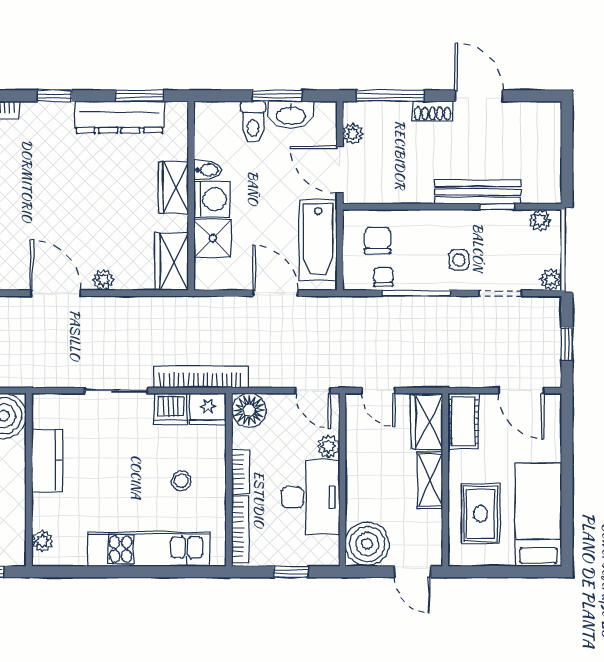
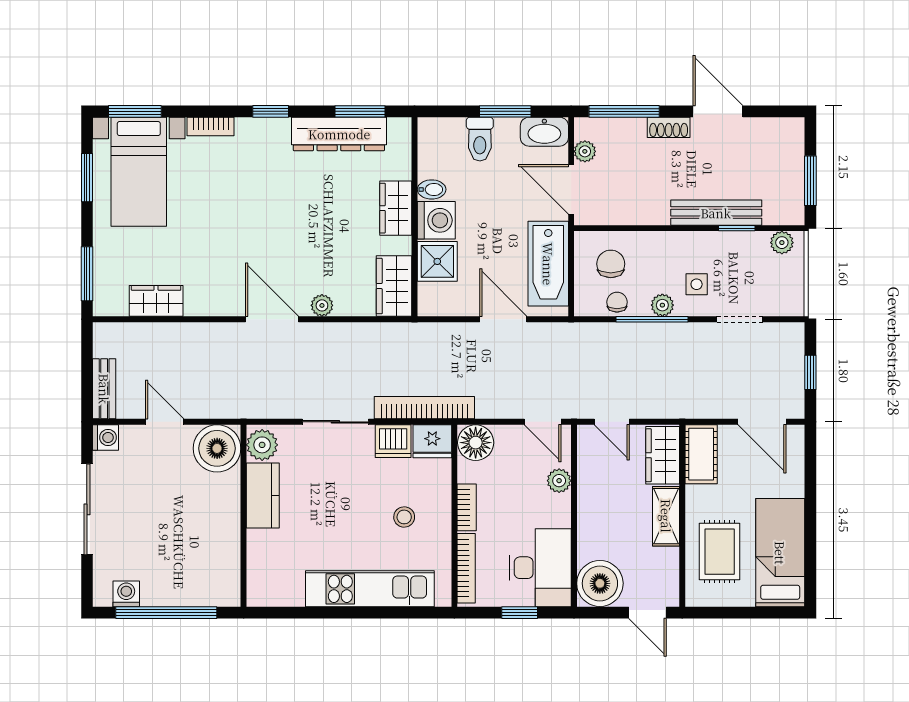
washbasin: (291, 115) -> (544, 132), moved
window: (567, 162) -> (810, 181), added
plant: (551, 280) -> (662, 305), moved
desk: (311, 497) -> (540, 568), moved
plant: (42, 541) -> (262, 445), moved, width x1.38, depth x1.38

